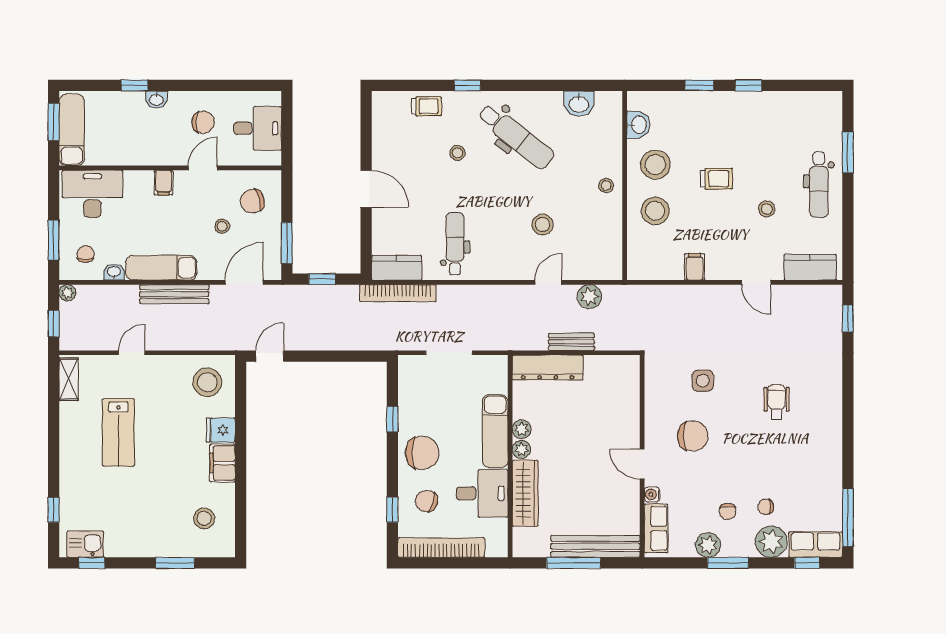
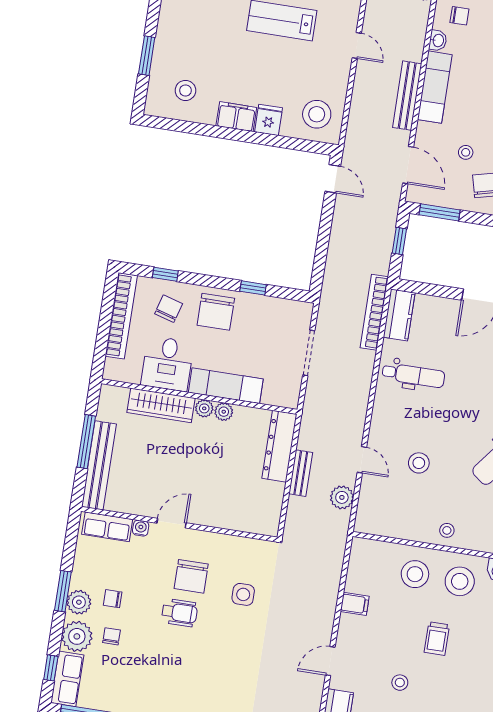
wheelchair: (777, 402) -> (179, 613), moved
plant: (708, 545) -> (79, 602), moved

